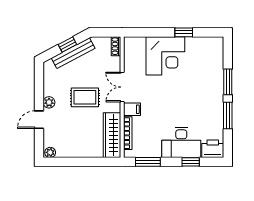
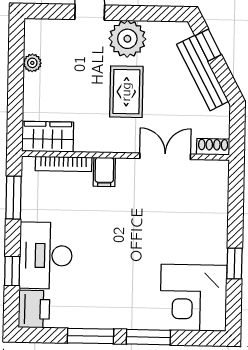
window: (67, 44) -> (208, 45), moved
corner desk: (165, 56) -> (194, 298), moved
double door: (122, 87) -> (165, 156), moved
plant: (49, 102) -> (127, 39), width x1.87, depth x1.87
wardrobe: (112, 135) -> (48, 137), width x0.67
plant: (50, 152) -> (32, 63), moved

